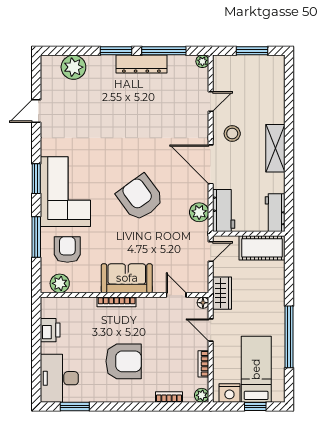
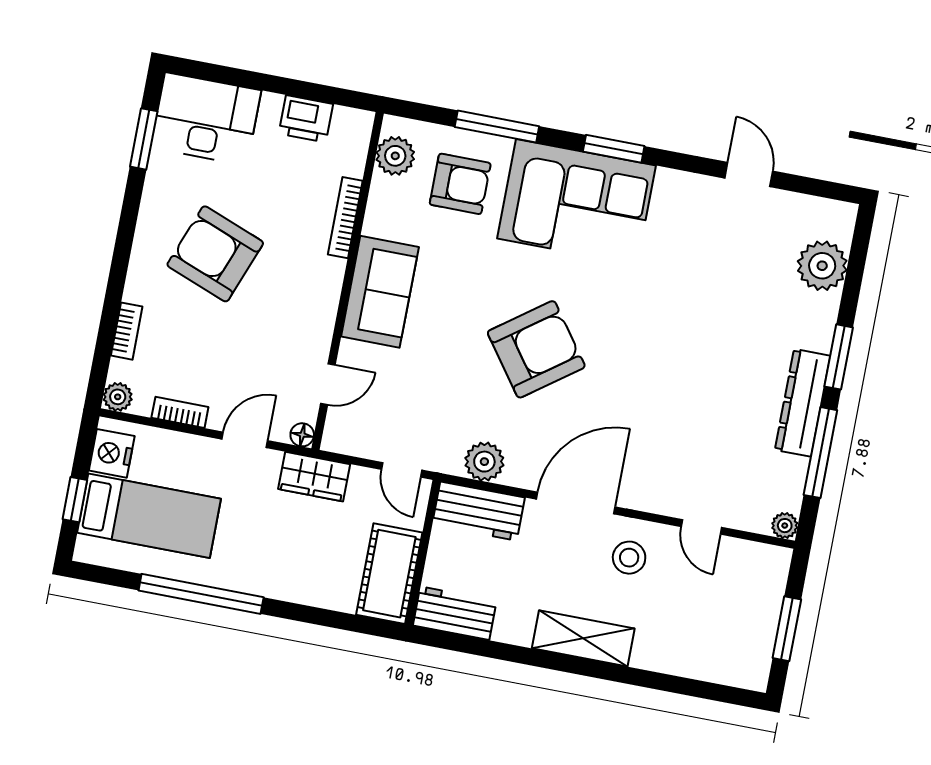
bookcase: (117, 302) -> (345, 218), moved
armchair: (124, 361) -> (215, 254), turned 111

